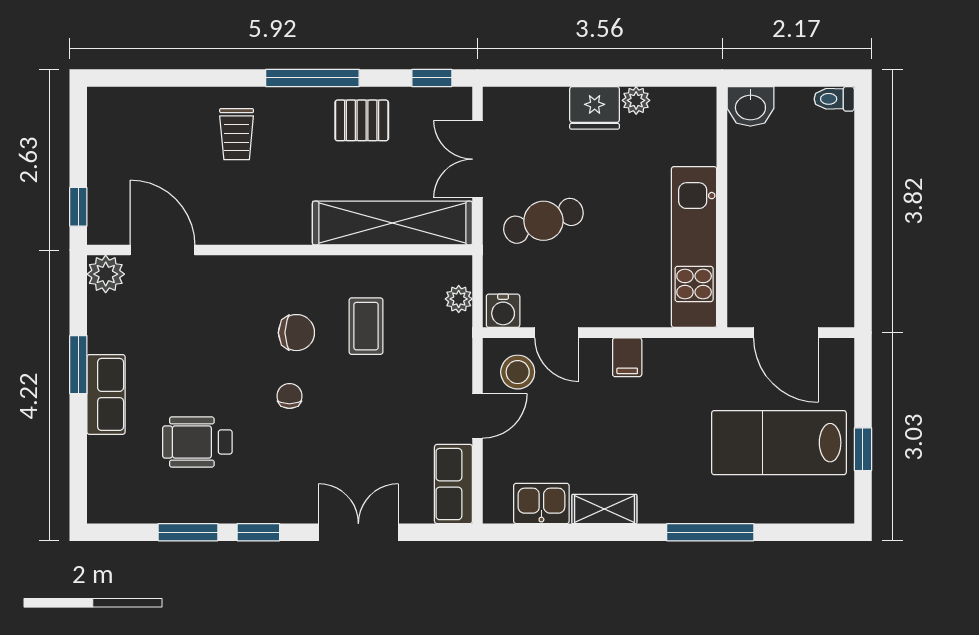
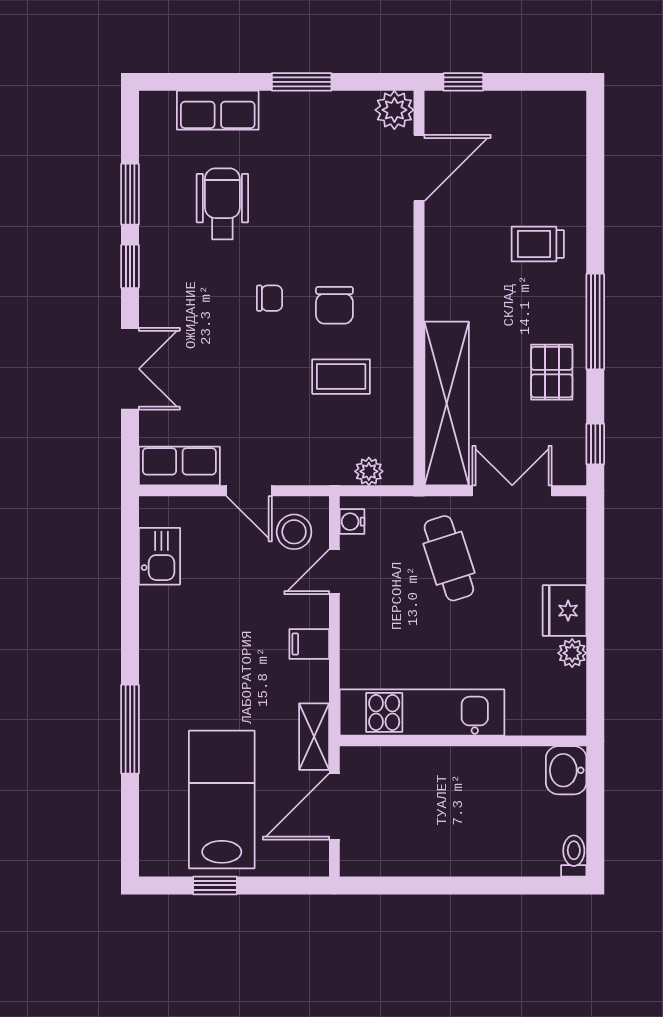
water cooler: (503, 311) -> (352, 522), width x0.72, depth x0.72
row of seats: (106, 394) -> (218, 110), moved
shelving: (604, 509) -> (314, 737), moved

